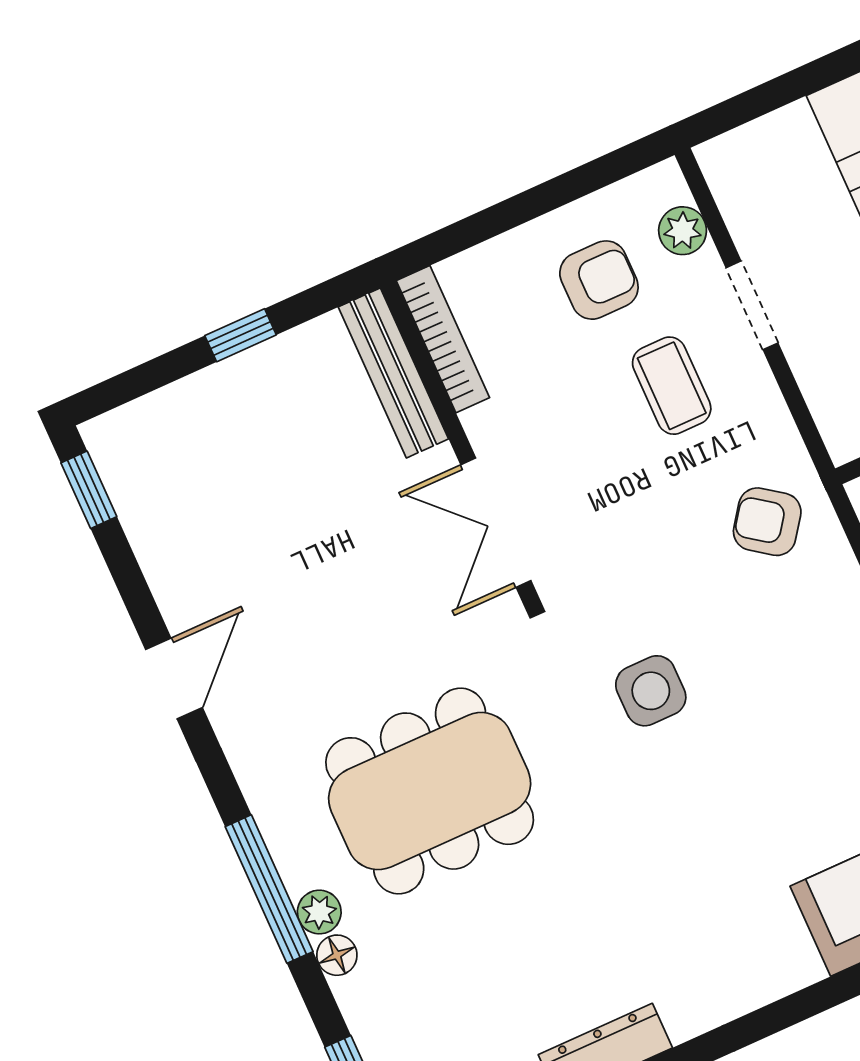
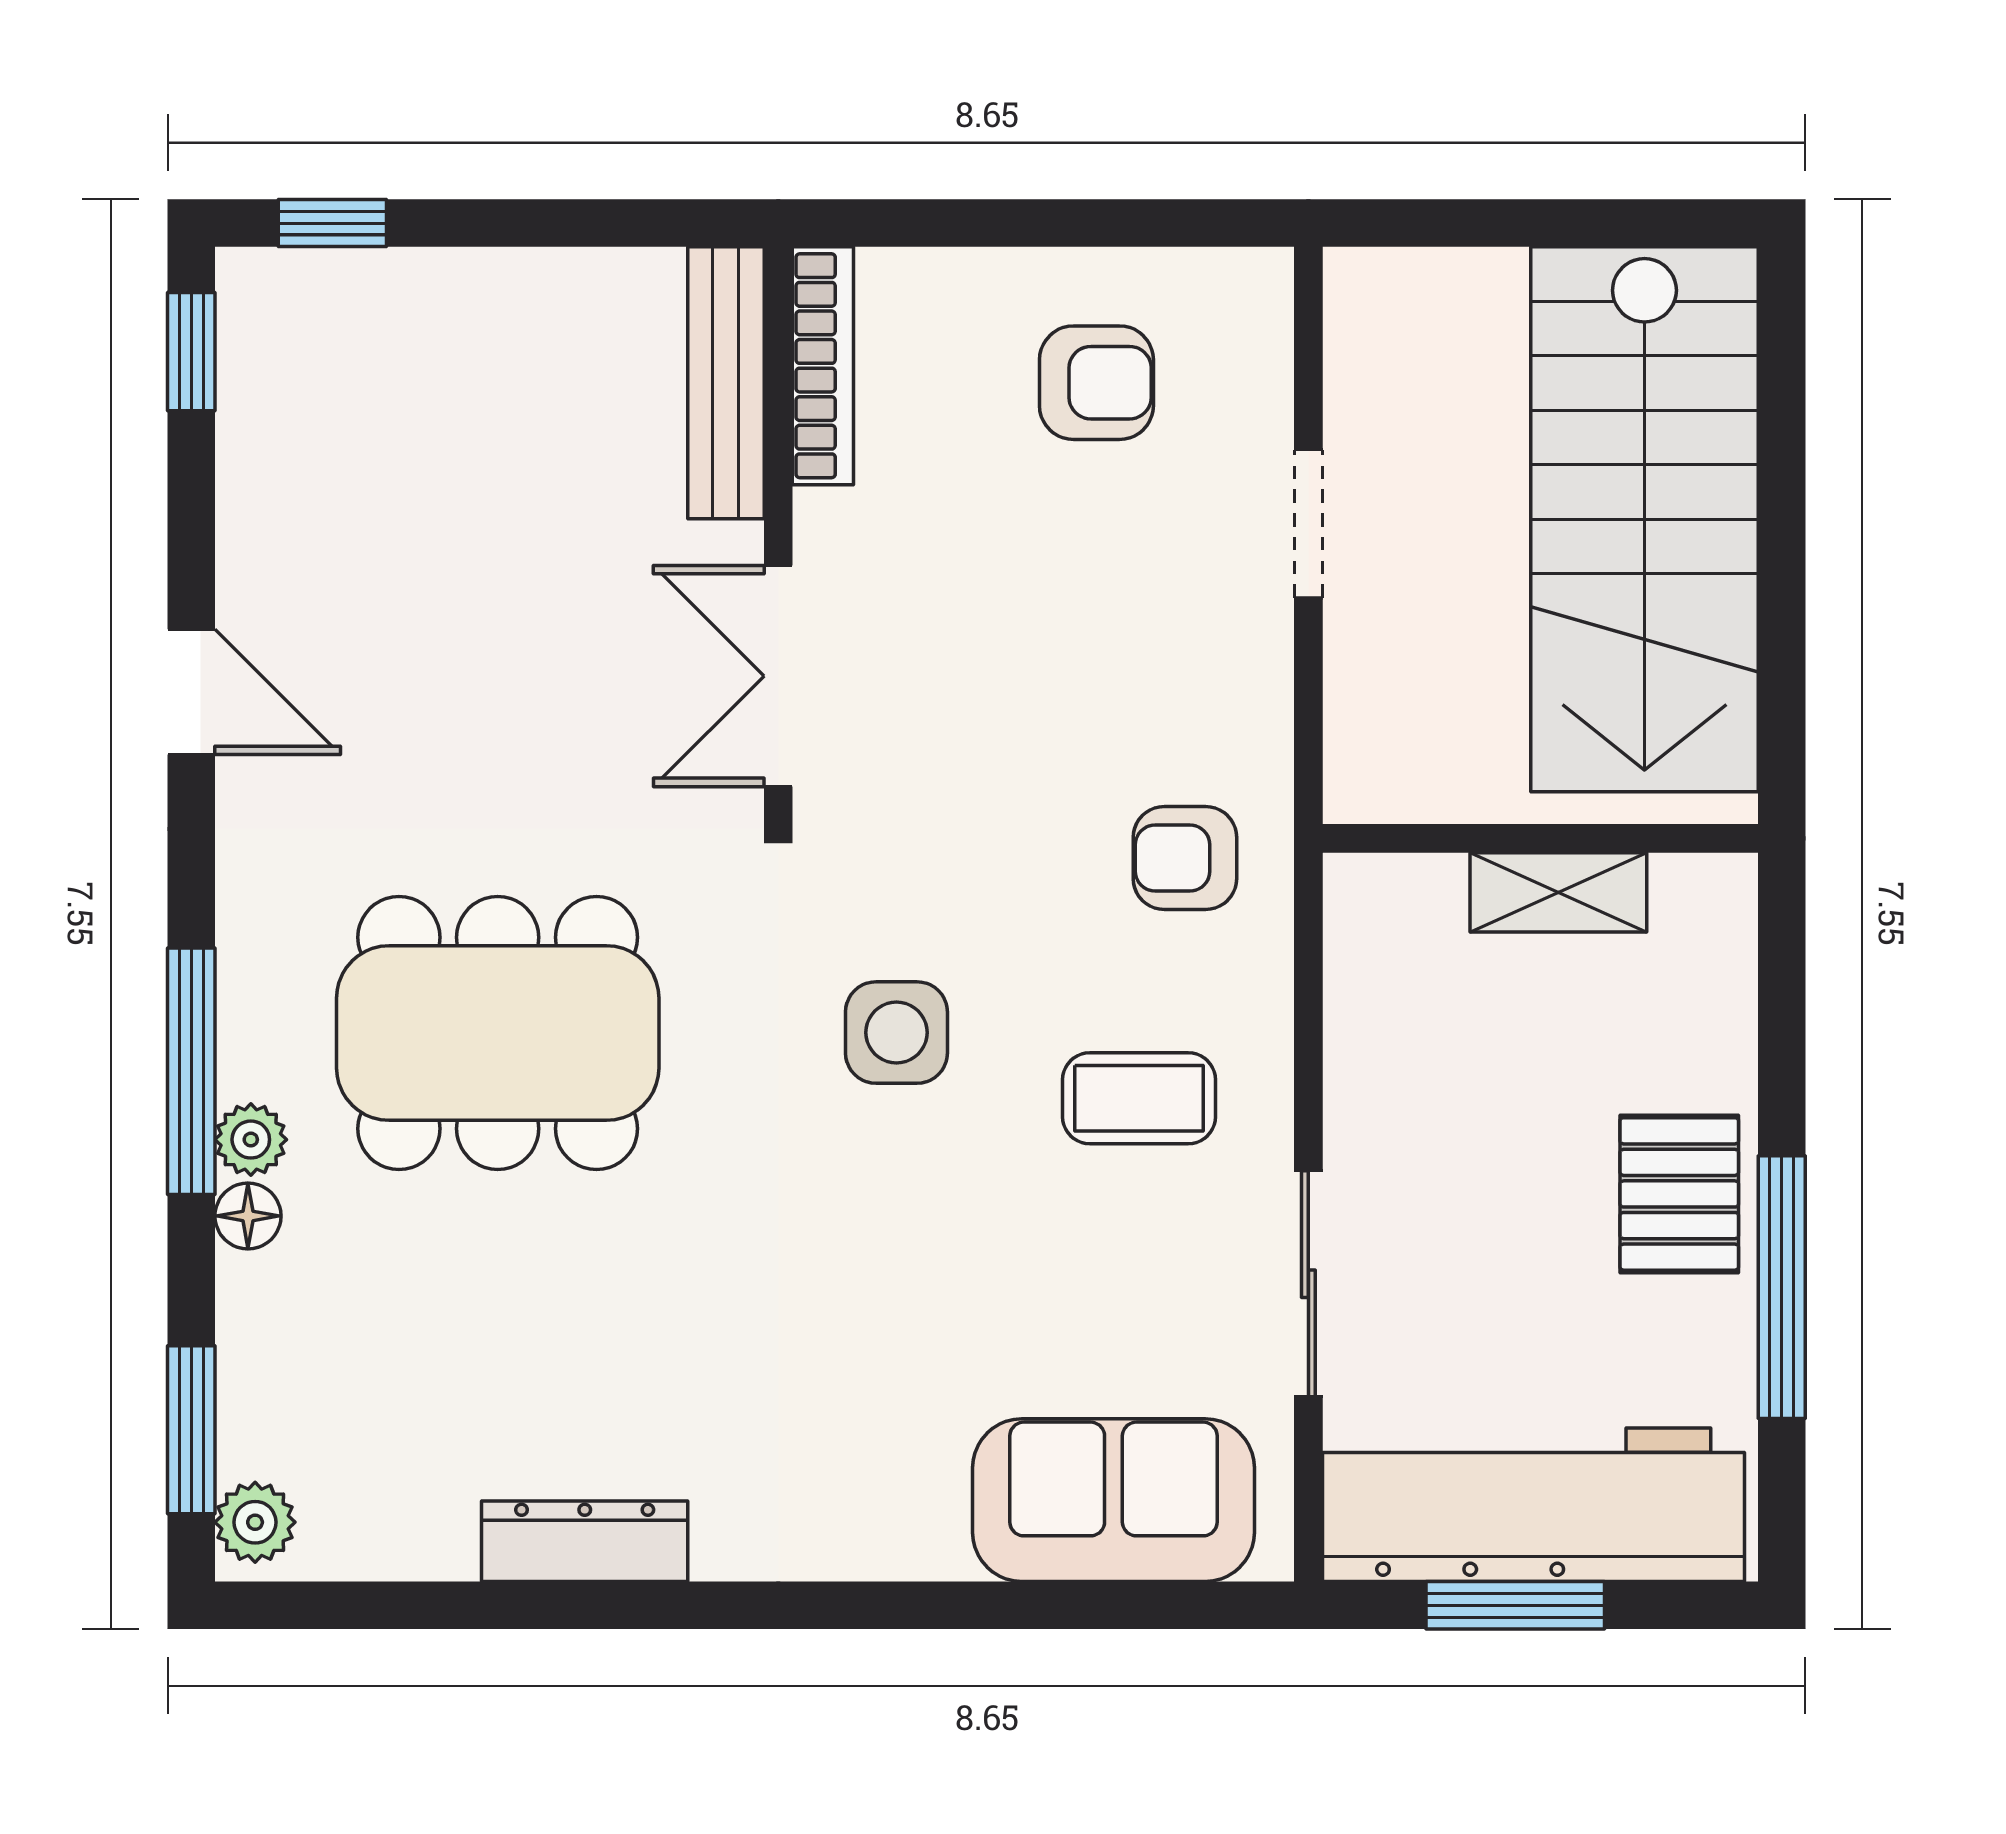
plant: (683, 231) -> (1255, 365), removed
window: (241, 335) -> (332, 223), moved
coffee table: (672, 386) -> (1139, 1098), moved, turned 90
armchair: (767, 522) -> (1185, 858), turned -36
door: (174, 678) -> (191, 692), hinge flipped

